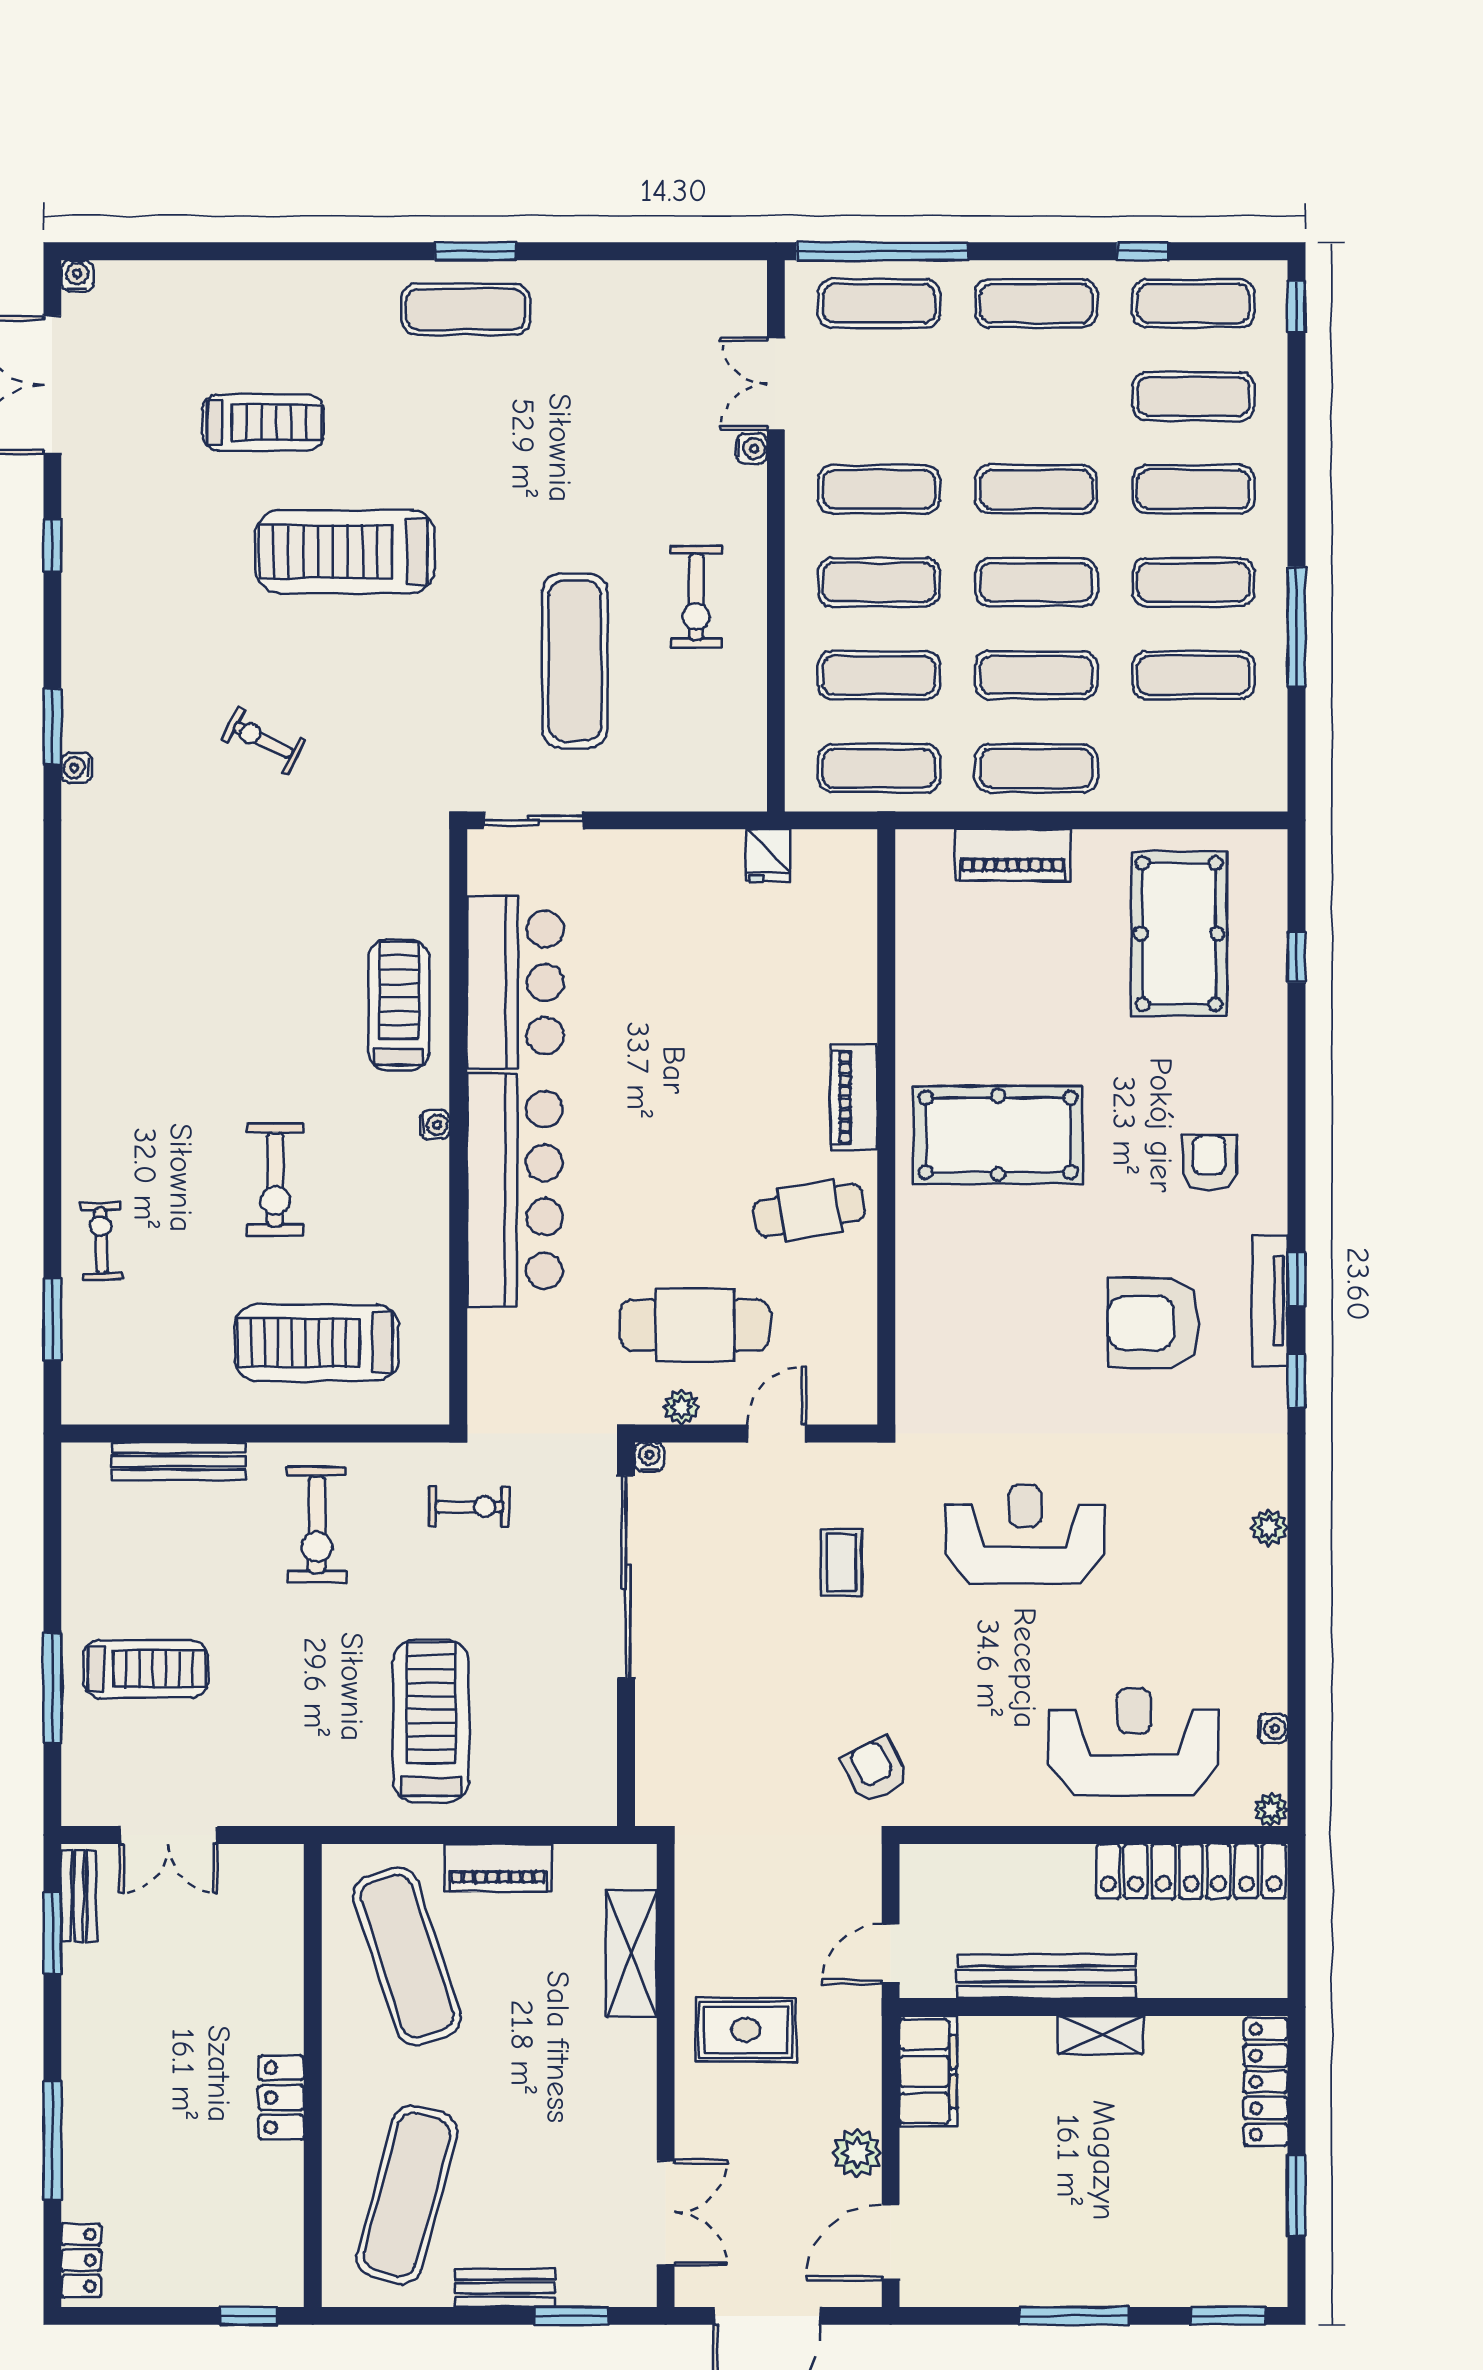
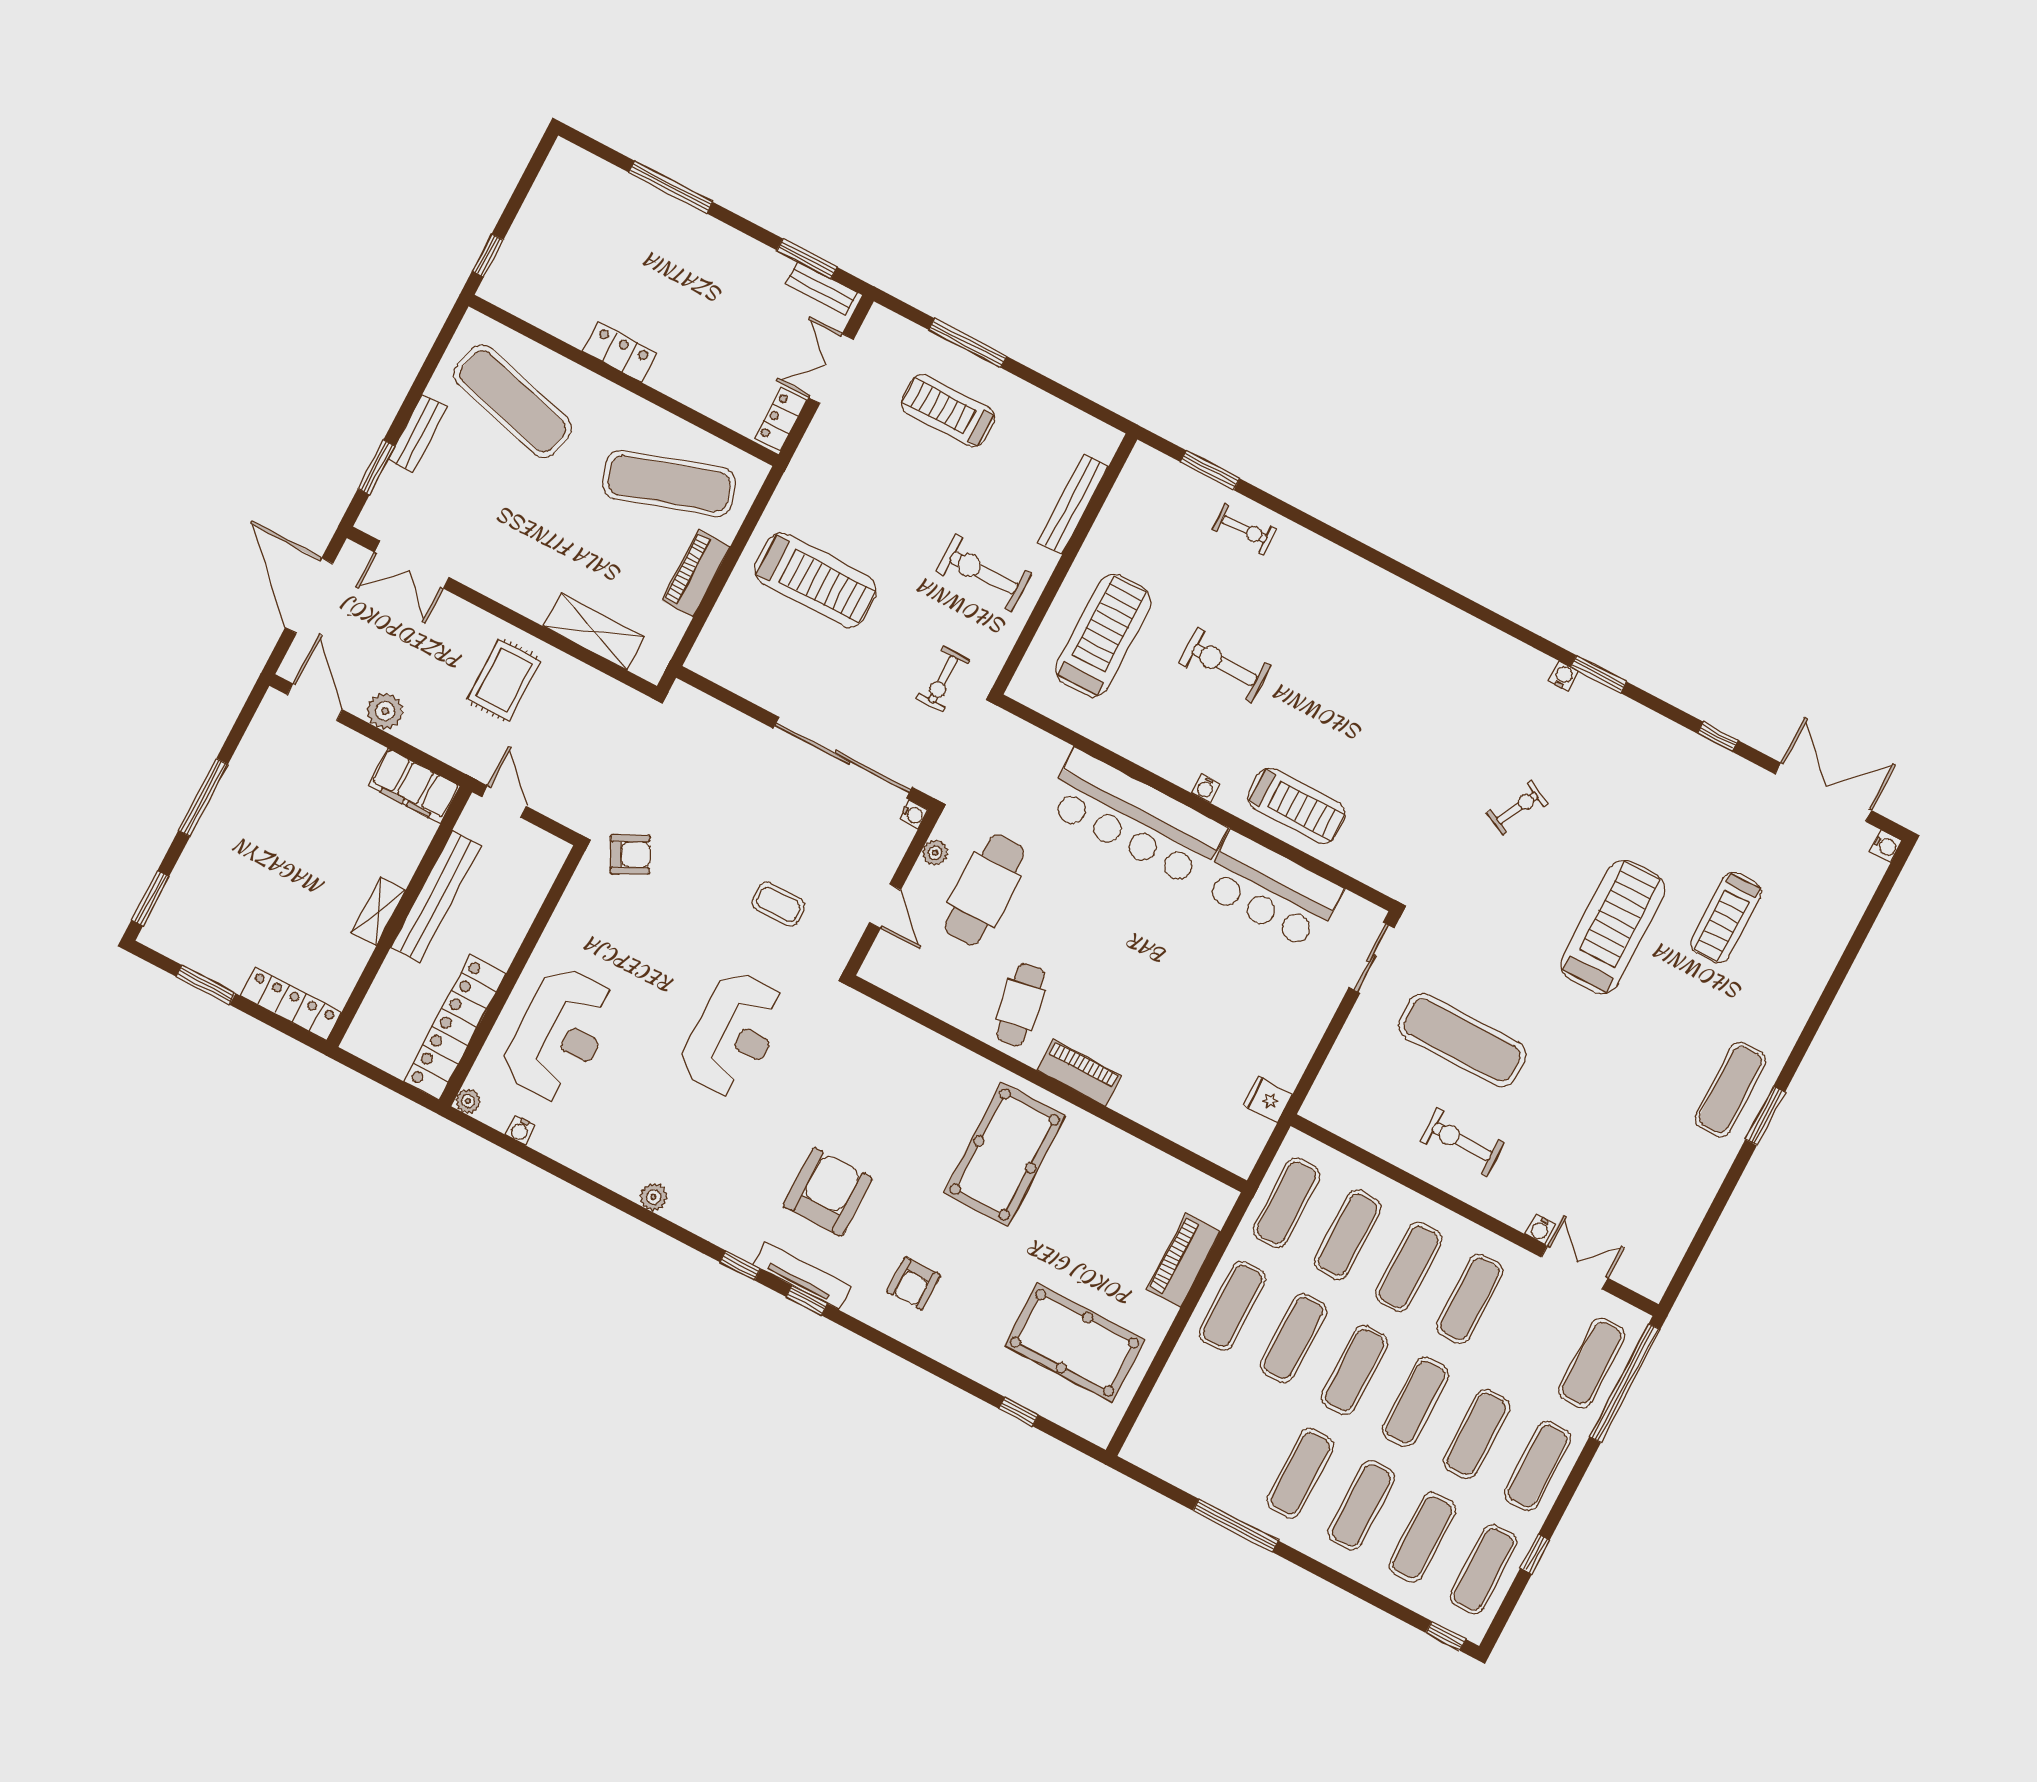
exercise mat: (1193, 675) -> (1477, 1434), moved
armchair: (1209, 1163) -> (914, 1283), turned 90
treadmill: (146, 1669) -> (948, 411), turned 90
locker: (81, 2260) -> (781, 419), moved, turned 90

